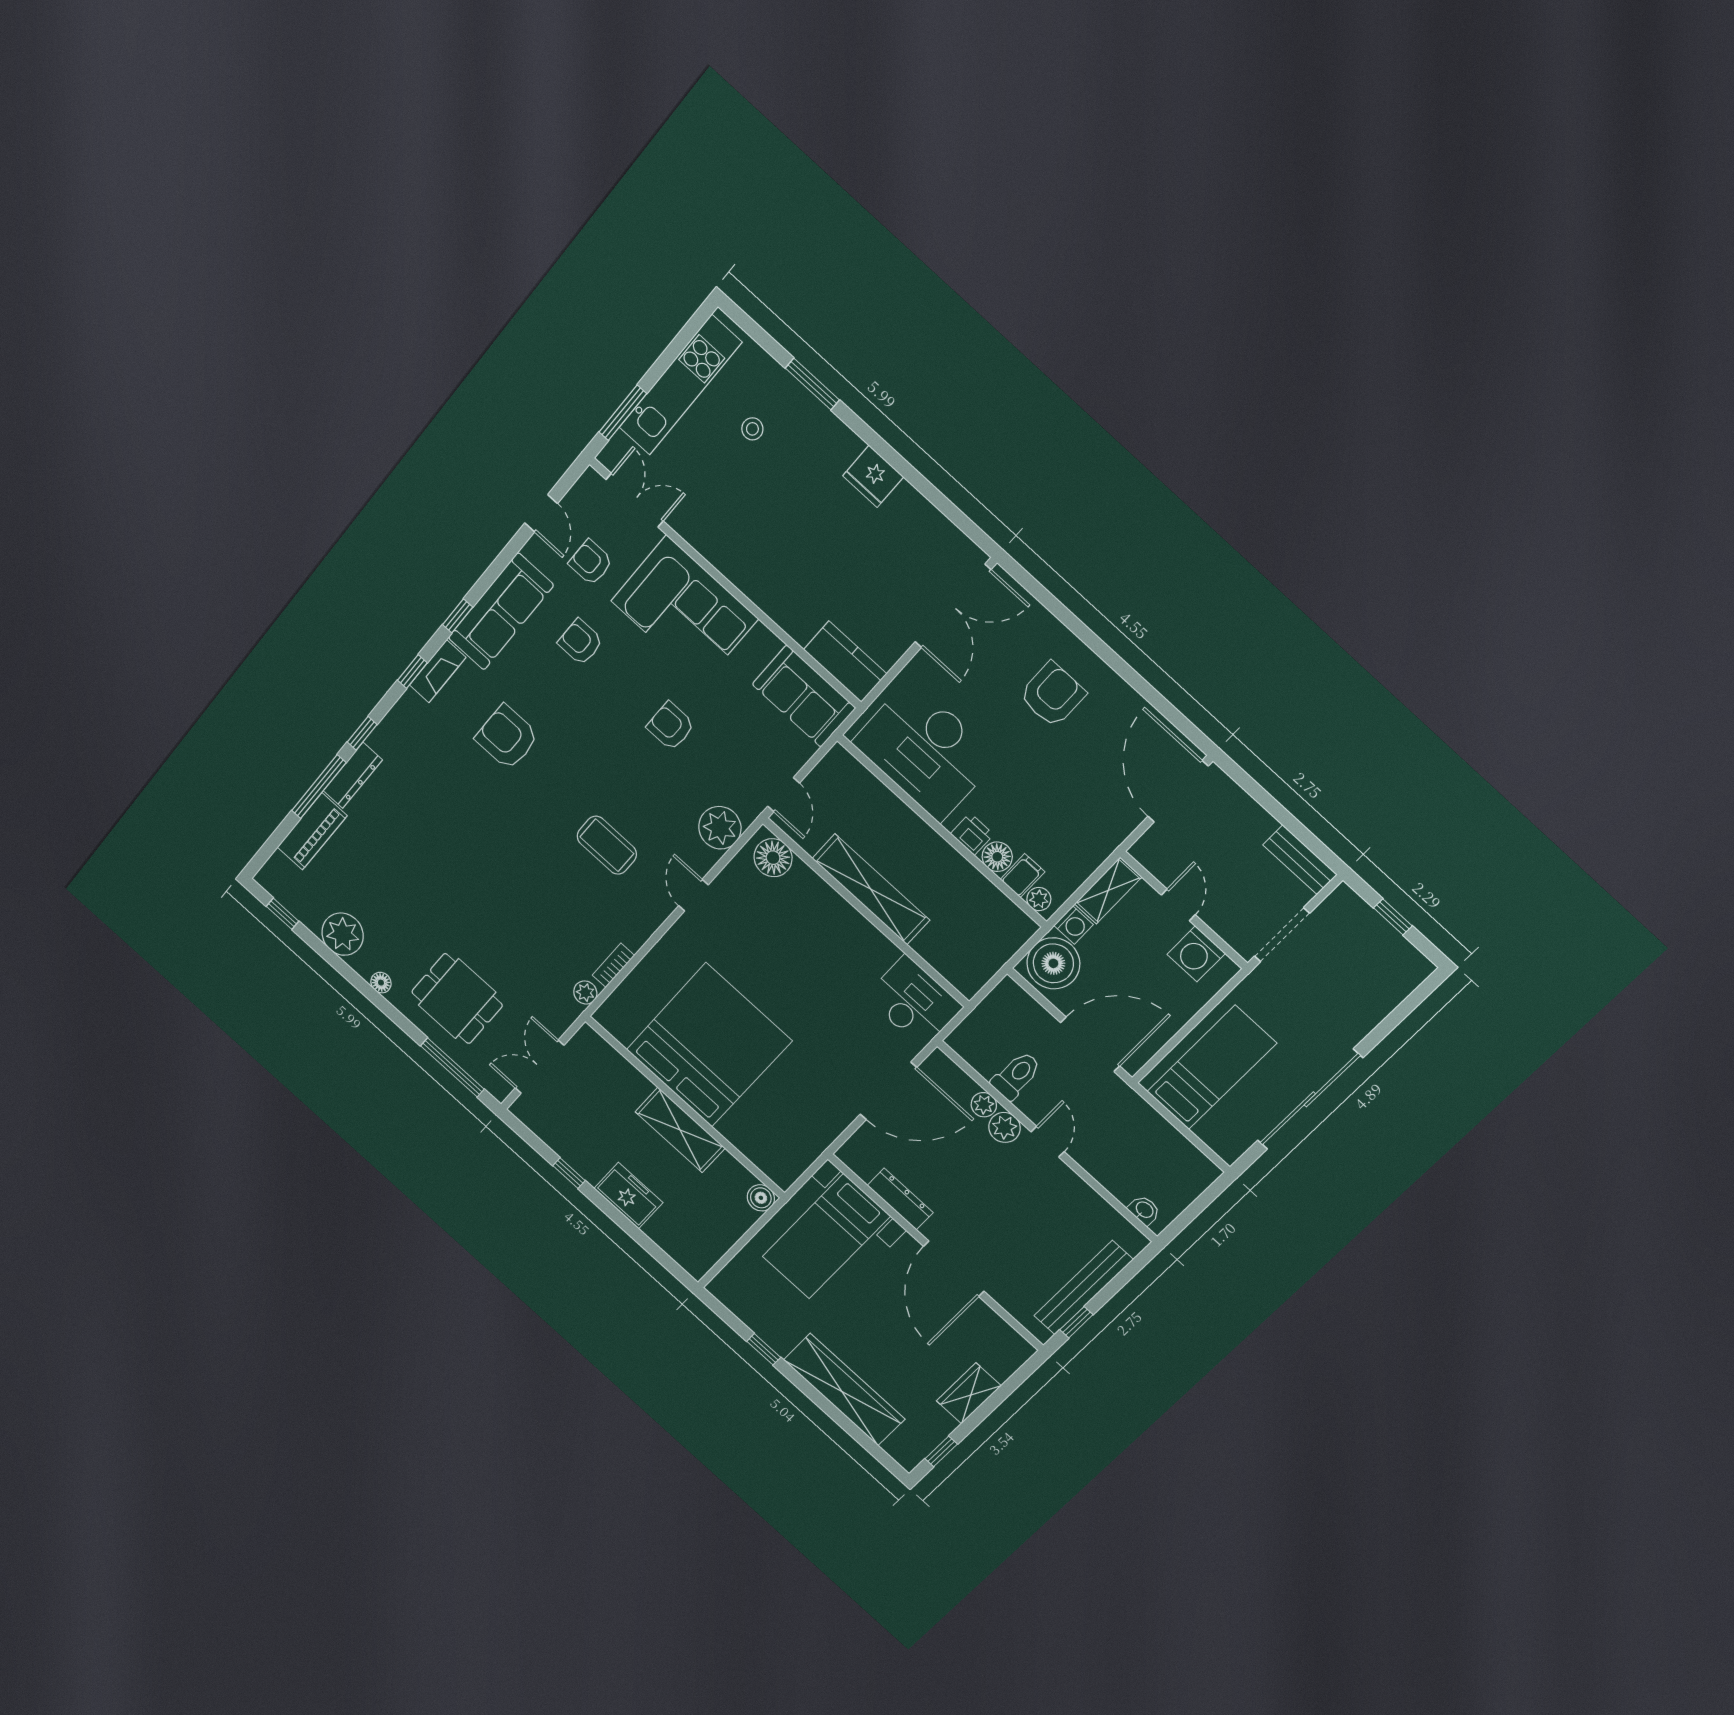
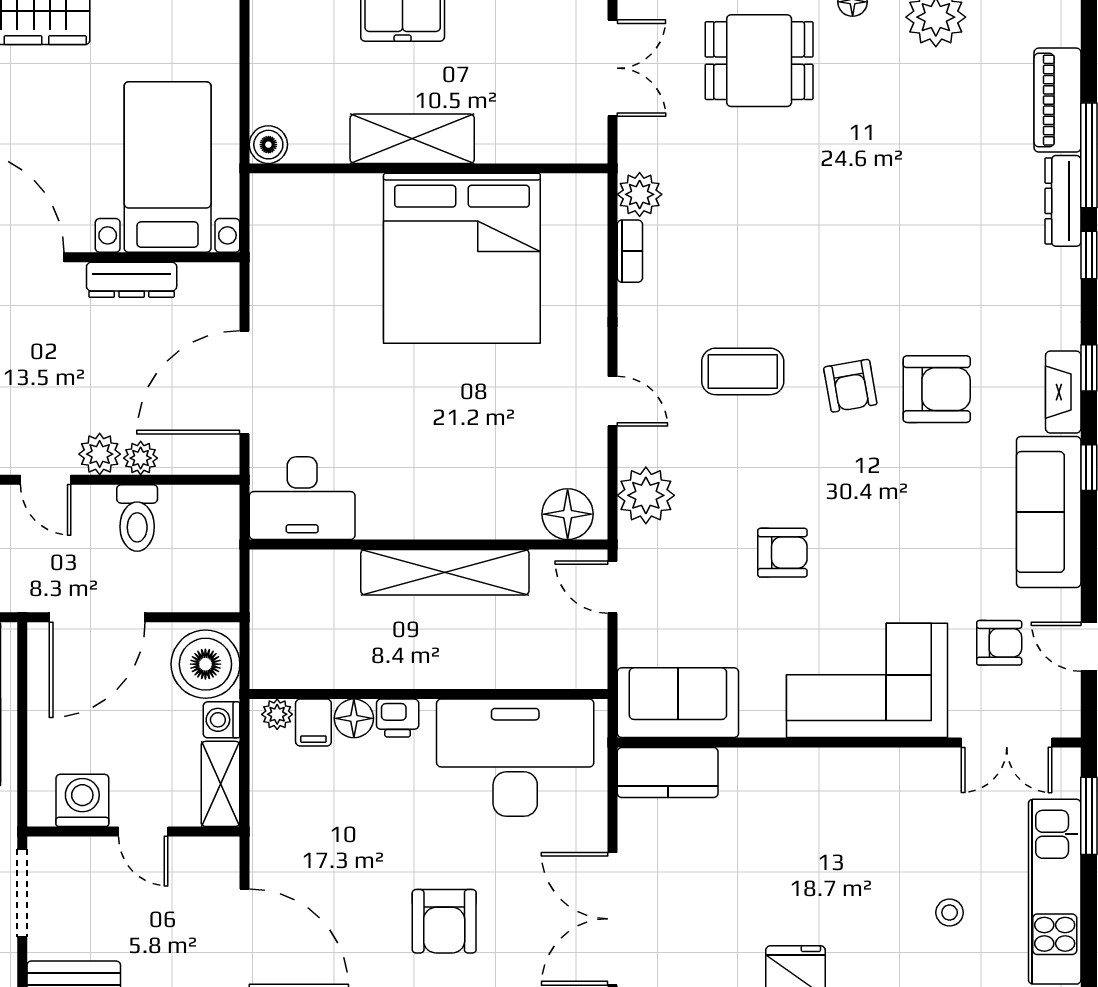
armchair: (580, 642) -> (850, 386), moved, turned 80
plant: (585, 992) -> (640, 194), width x1.38, depth x1.38

